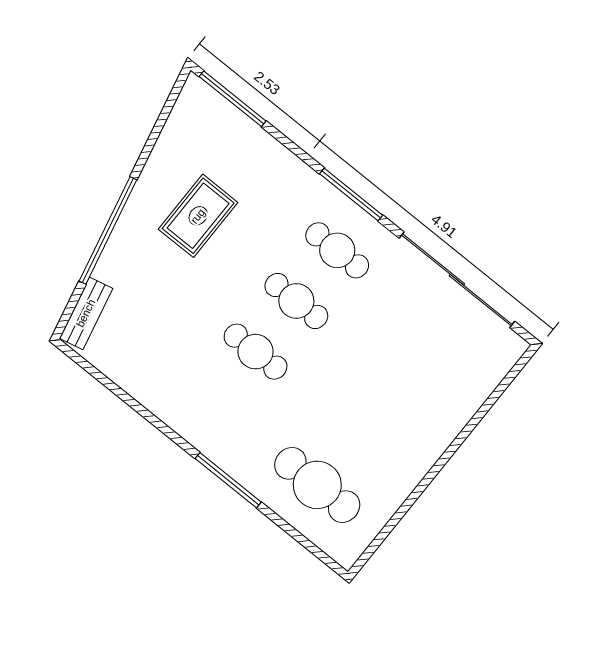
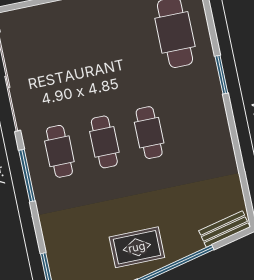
rug: (198, 216) -> (137, 247), moved
window: (228, 480) -> (221, 75), width x0.69

